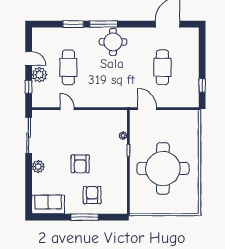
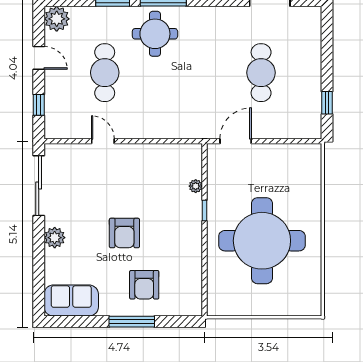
round table: (113, 42) -> (155, 34), moved
plant: (39, 75) -> (57, 19), moved
door: (147, 109) -> (236, 141), hinge flipped
armchair: (92, 195) -> (144, 285), turned 180

